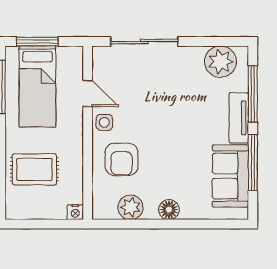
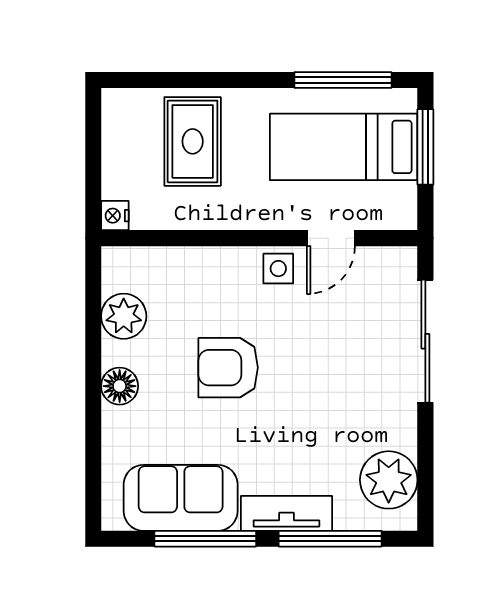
armchair: (122, 159) -> (228, 368), moved

